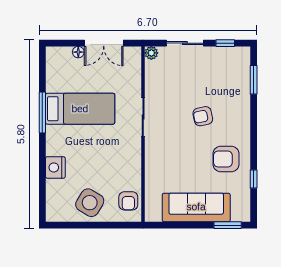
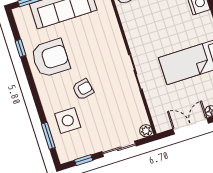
side table: (229, 89) -> (68, 120), added
armchair: (226, 159) -> (50, 58), width x1.36, depth x1.36

